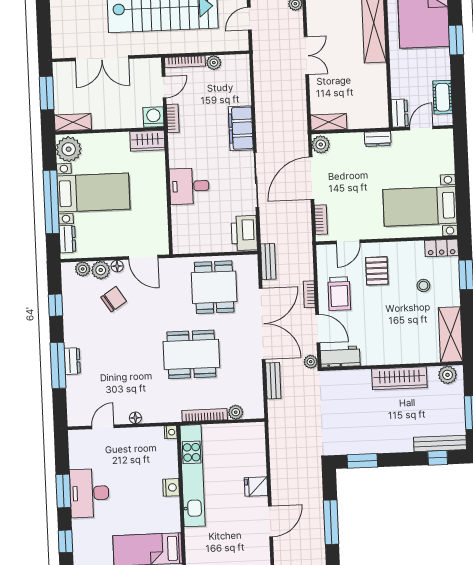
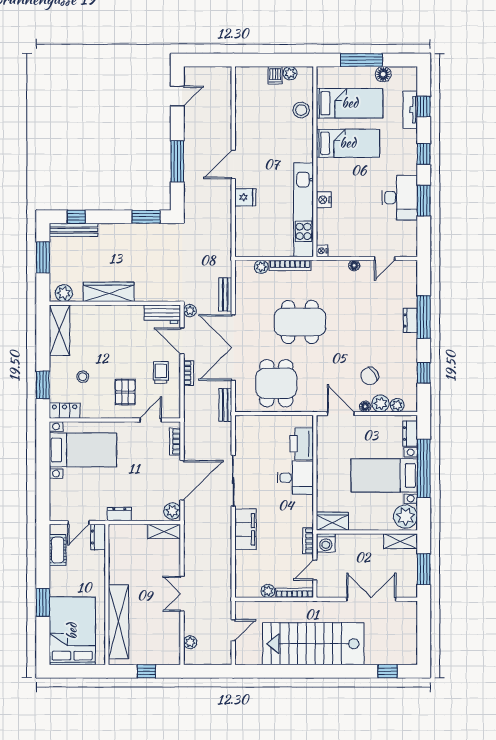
printer: (244, 233) -> (302, 444), moved, turned 180
trolley: (339, 294) -> (161, 372), width x0.73, depth x0.72

